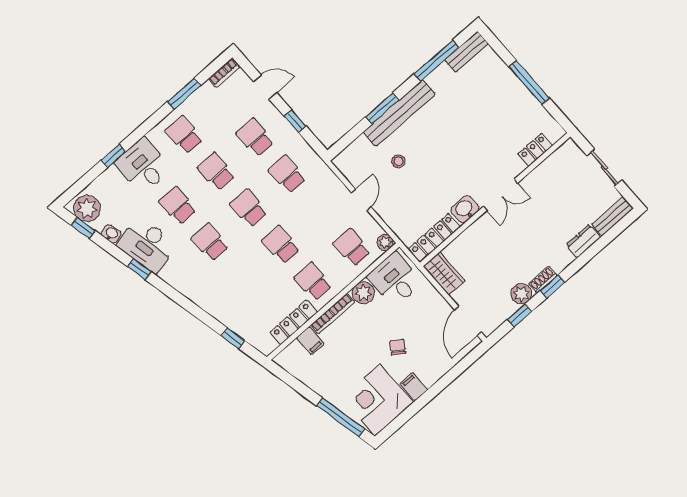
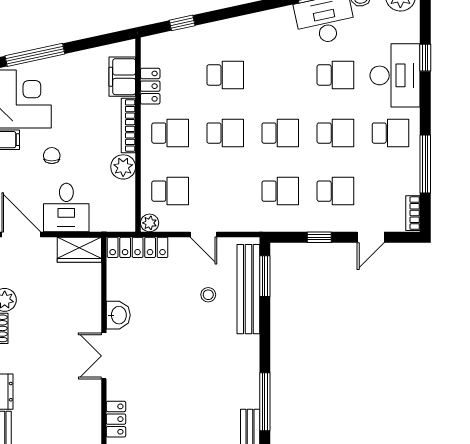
window: (184, 94) -> (425, 164), width x1.44
window: (382, 108) -> (265, 276), moved
bench: (399, 113) -> (248, 289), moved
desk: (143, 166) -> (395, 75), width x1.37
locker: (435, 238) -> (138, 247), moved, turned 90
school desk: (210, 242) -> (225, 75), moved
desk: (395, 279) -> (66, 207), moved, turned 90
locker: (294, 322) -> (150, 86), width x0.66
filing cabinet: (310, 341) -> (122, 77), width x2.00
chair: (398, 347) -> (52, 156), turned -125

